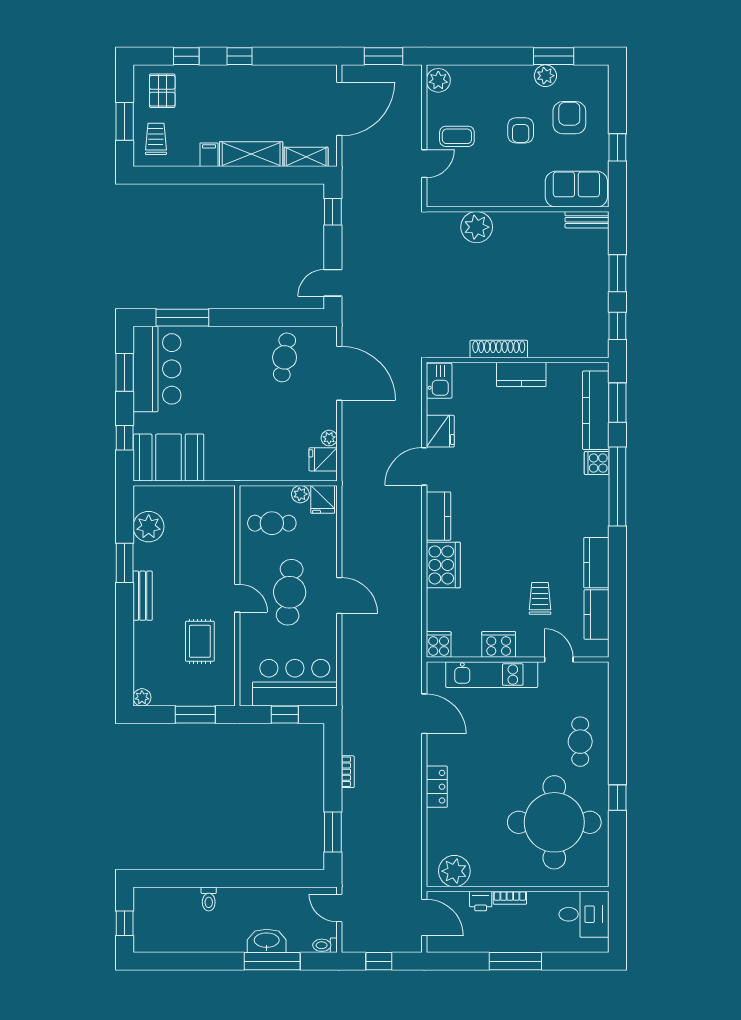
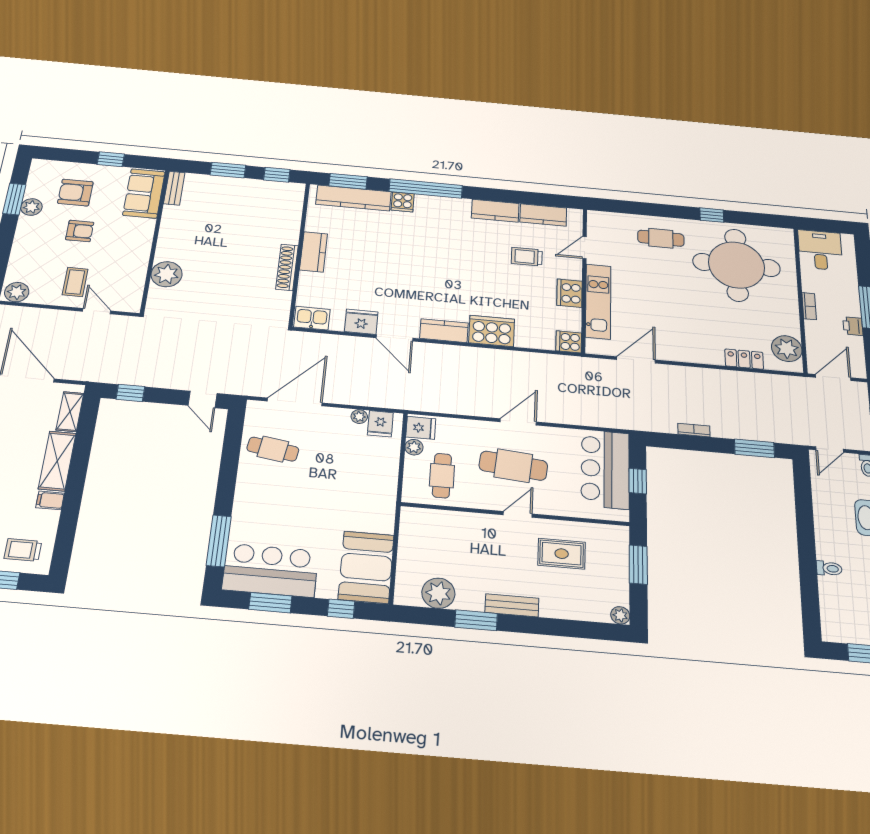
locker: (437, 787) -> (744, 359), moved
printer: (481, 901) -> (853, 326), moved, turned 180

